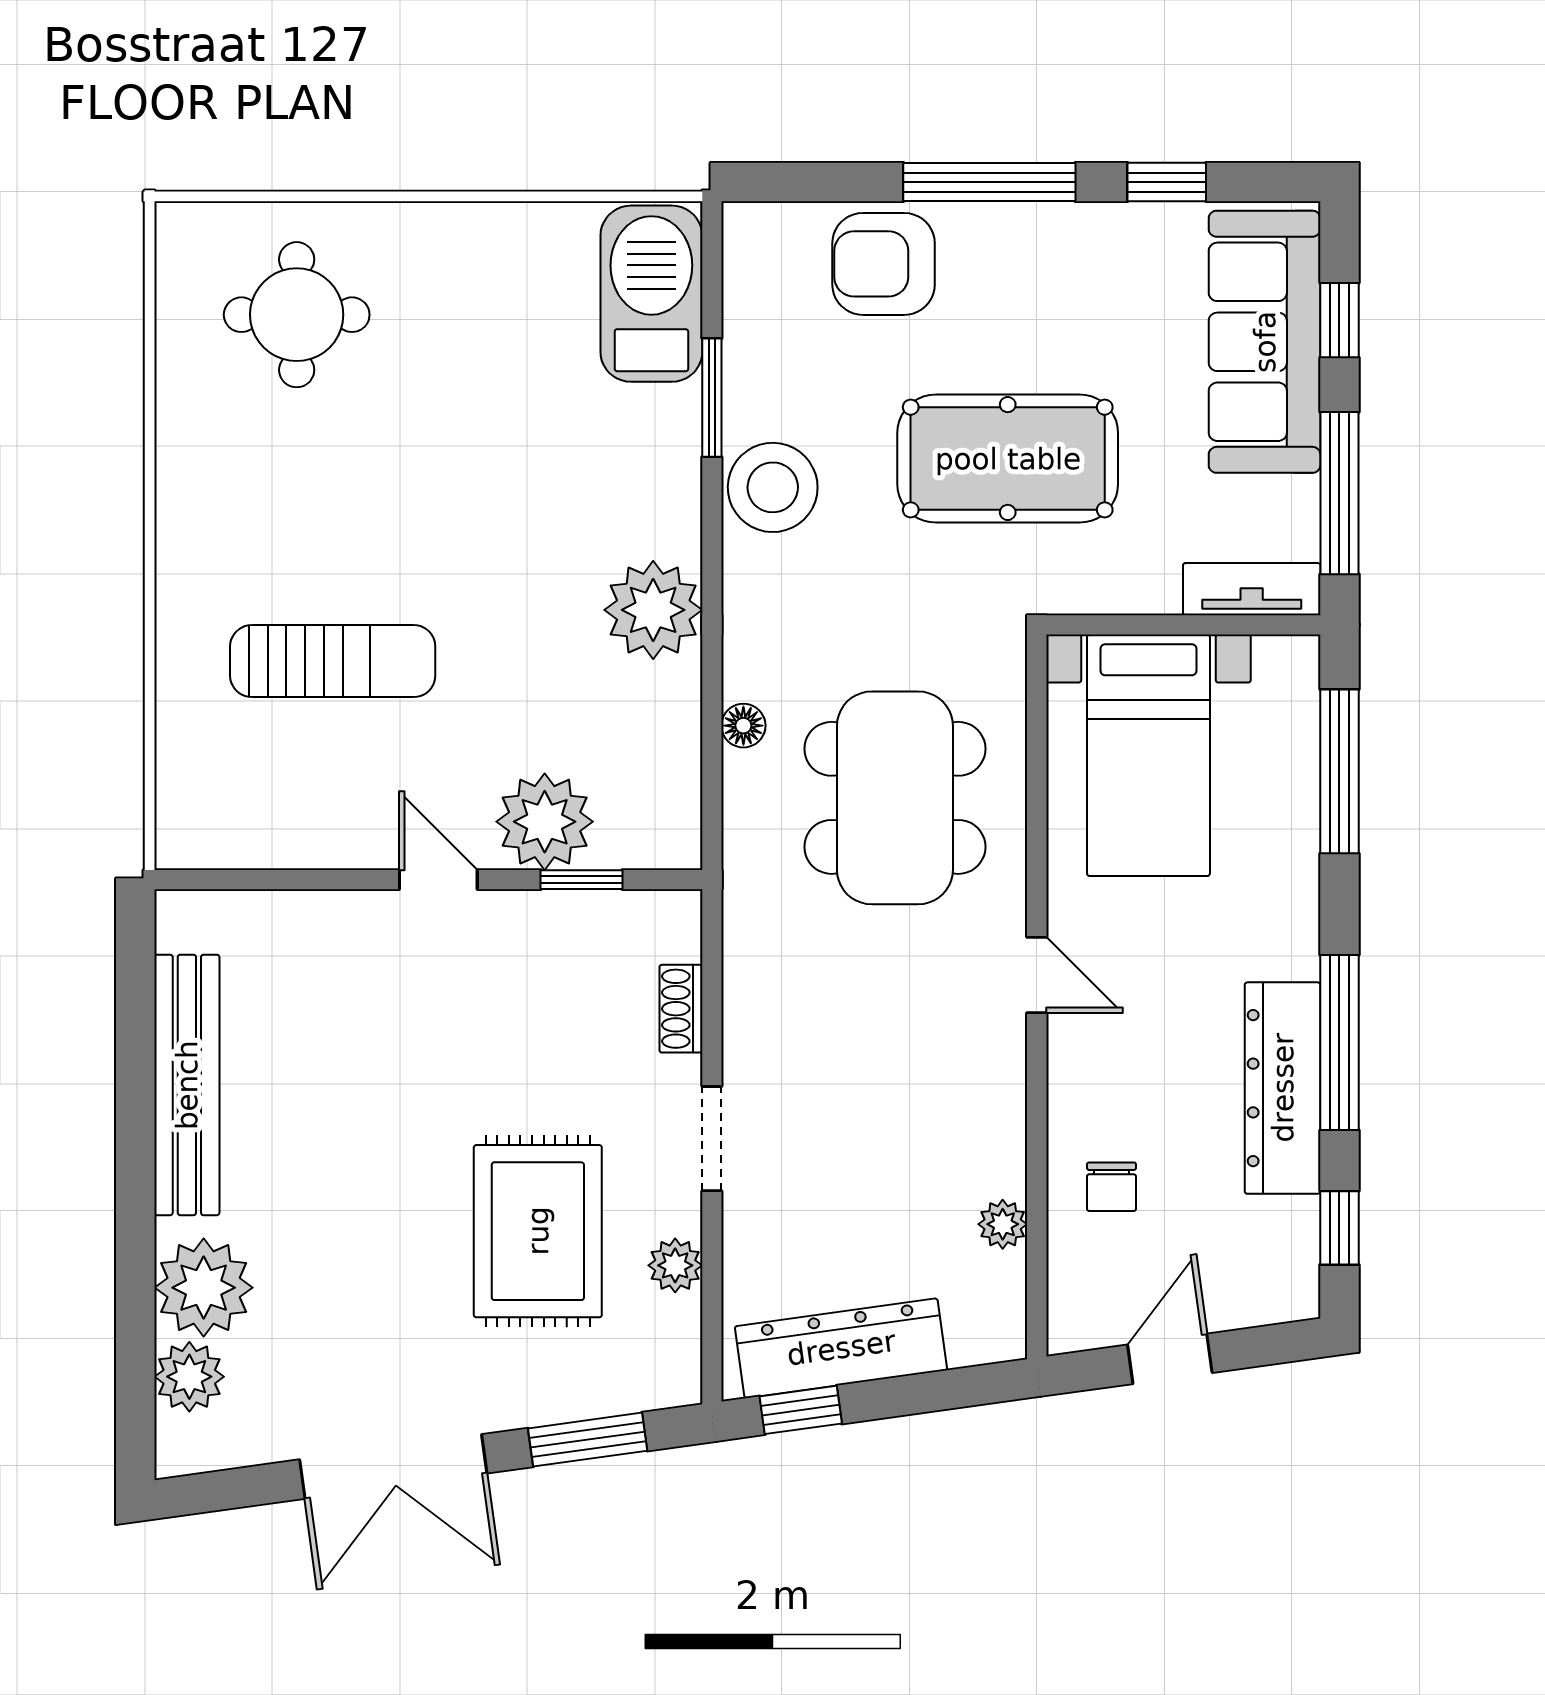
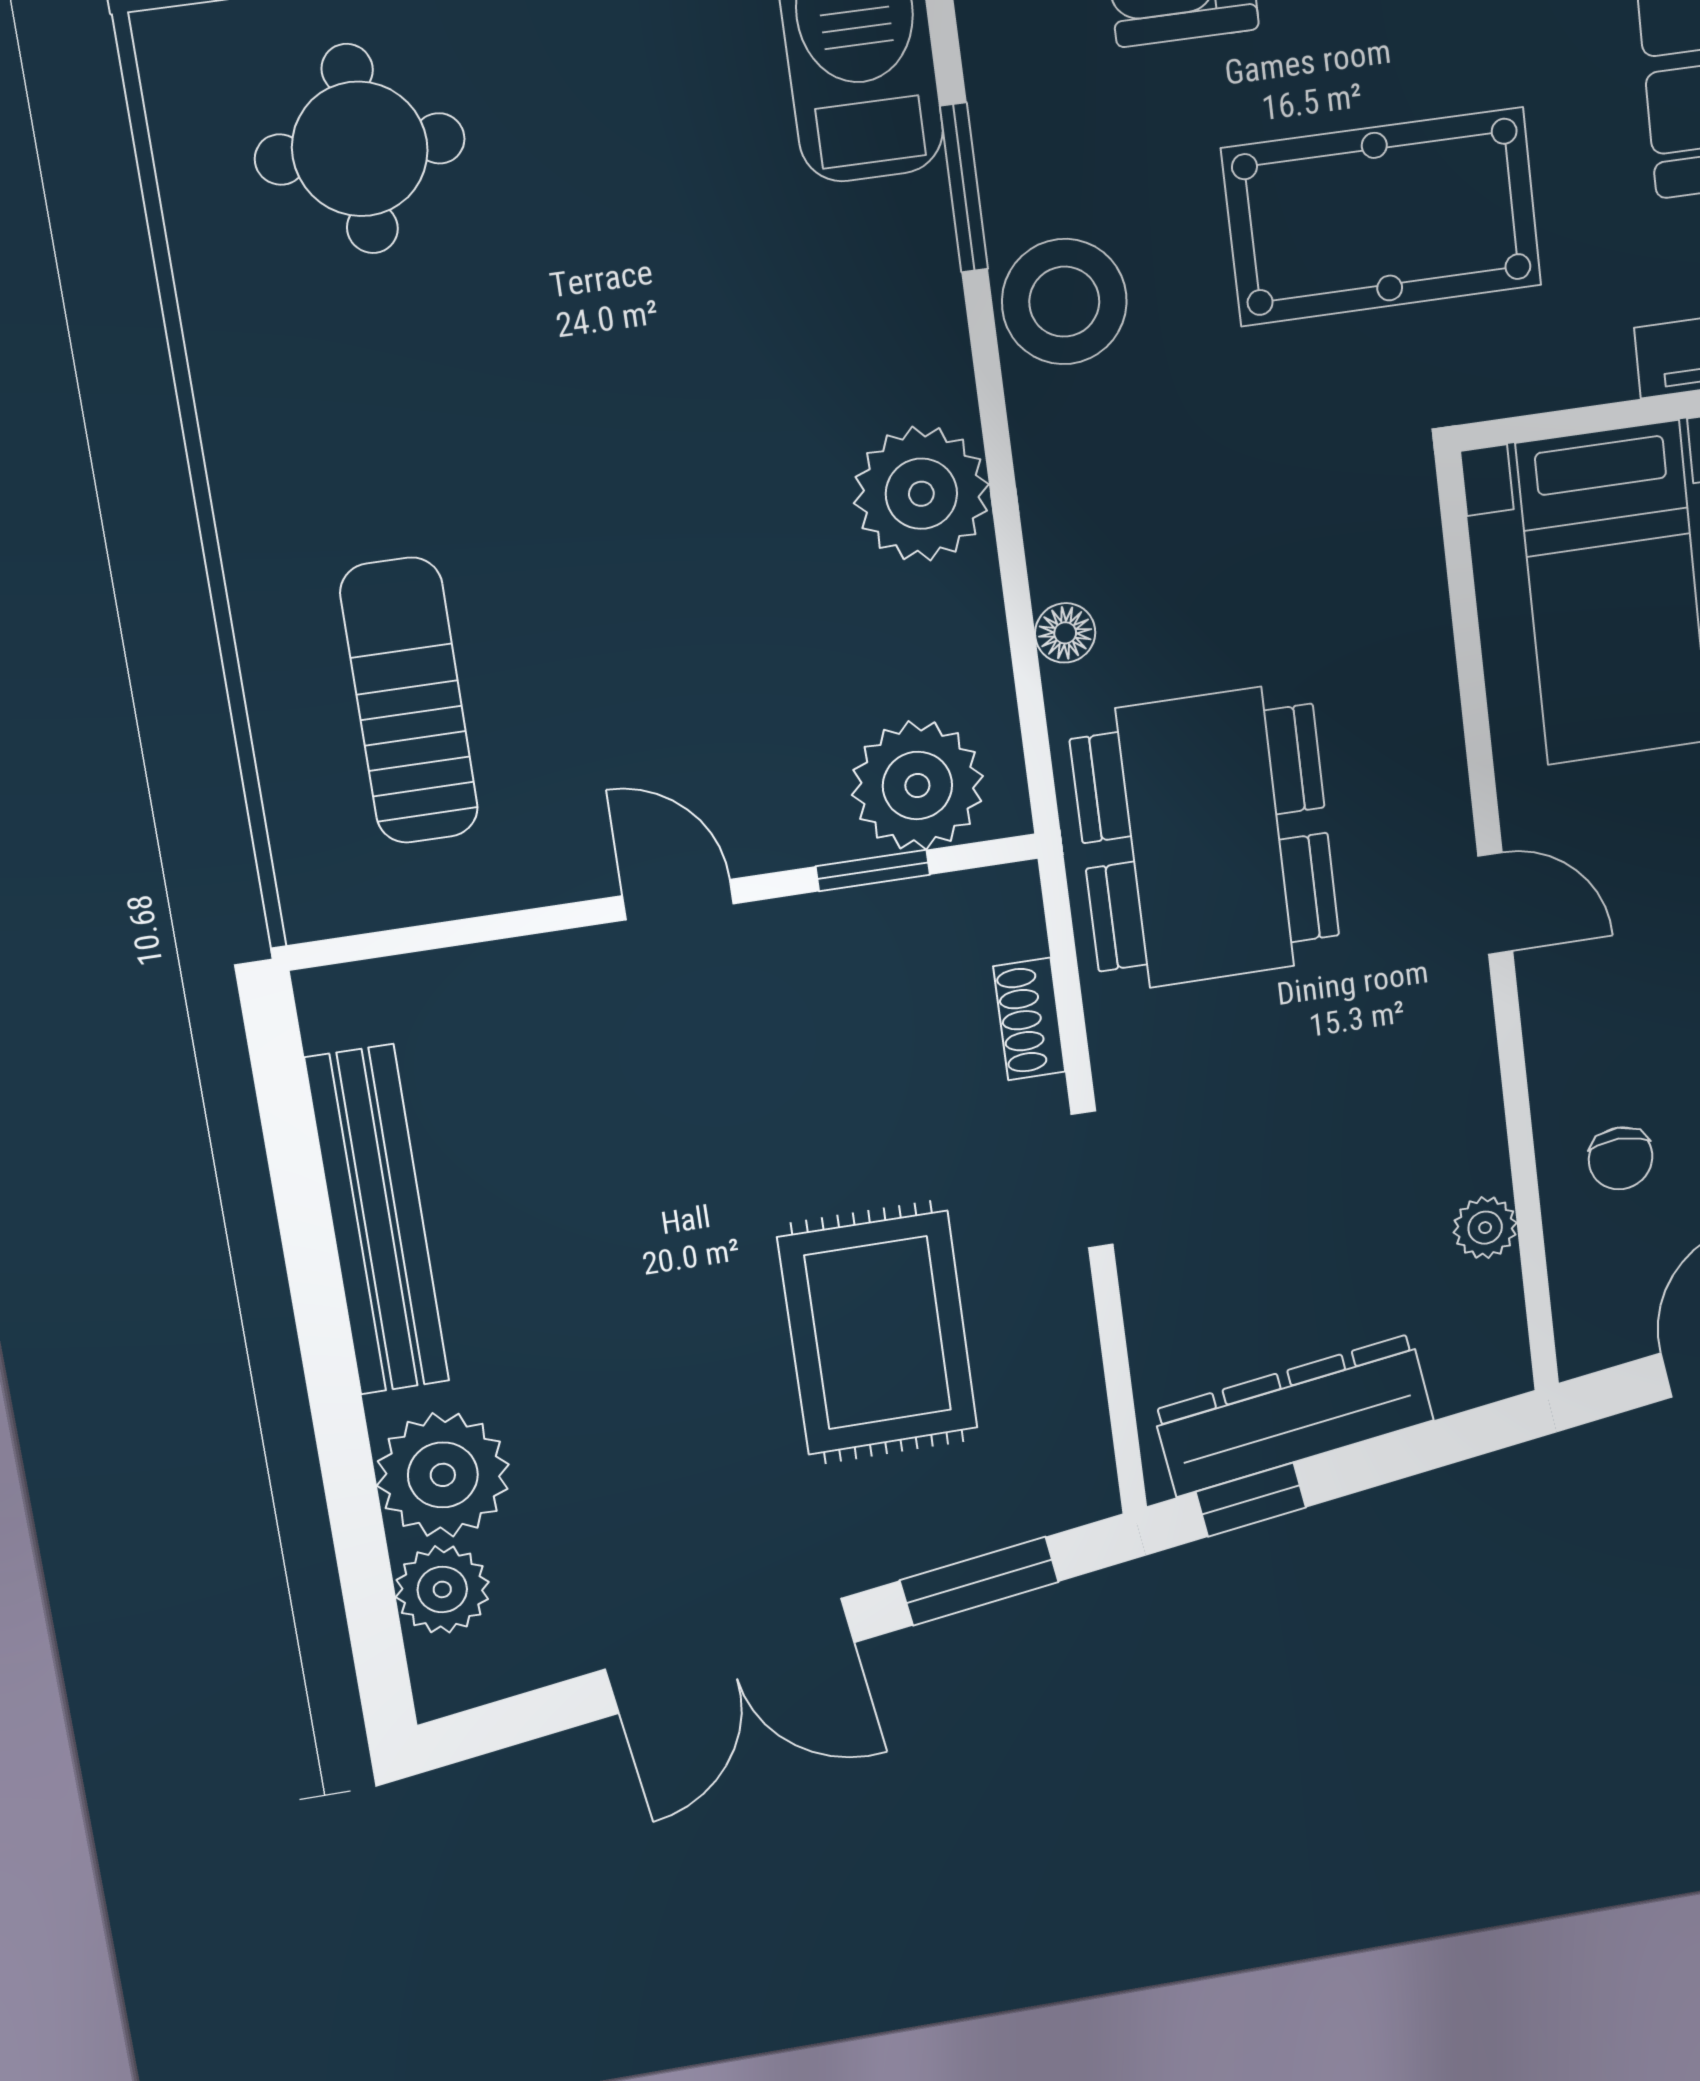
sun lounger: (333, 661) -> (409, 701), moved, turned -90
dining table: (895, 798) -> (1205, 838), moved
plant: (545, 822) -> (917, 785), moved
plant: (675, 1265) -> (1065, 1347), removed

